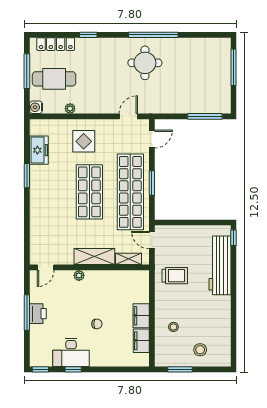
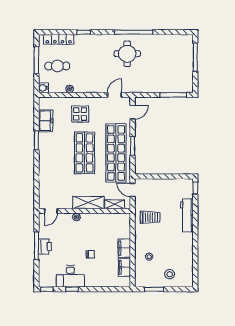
cafe table: (54, 79) -> (57, 66), width x0.73, depth x0.74
workbench: (220, 265) -> (187, 215), width x0.73, depth x0.76

